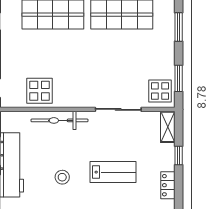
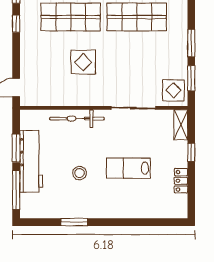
window: (179, 27) -> (191, 43), moved
display table: (40, 91) -> (83, 62), moved
lab bench: (113, 172) -> (128, 168), turned 180

